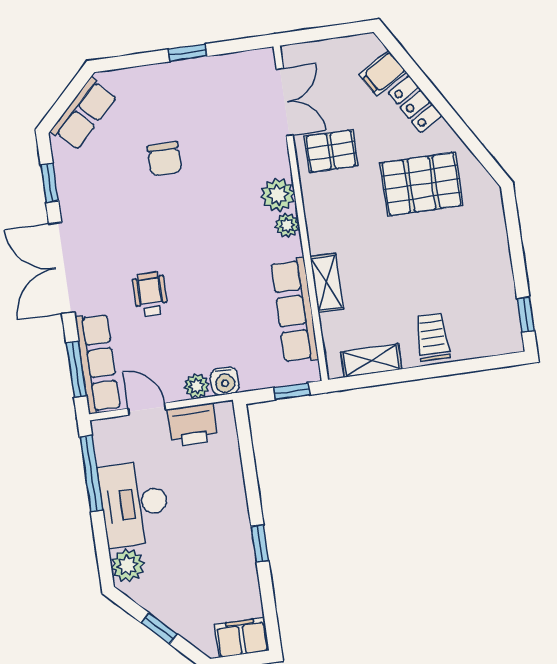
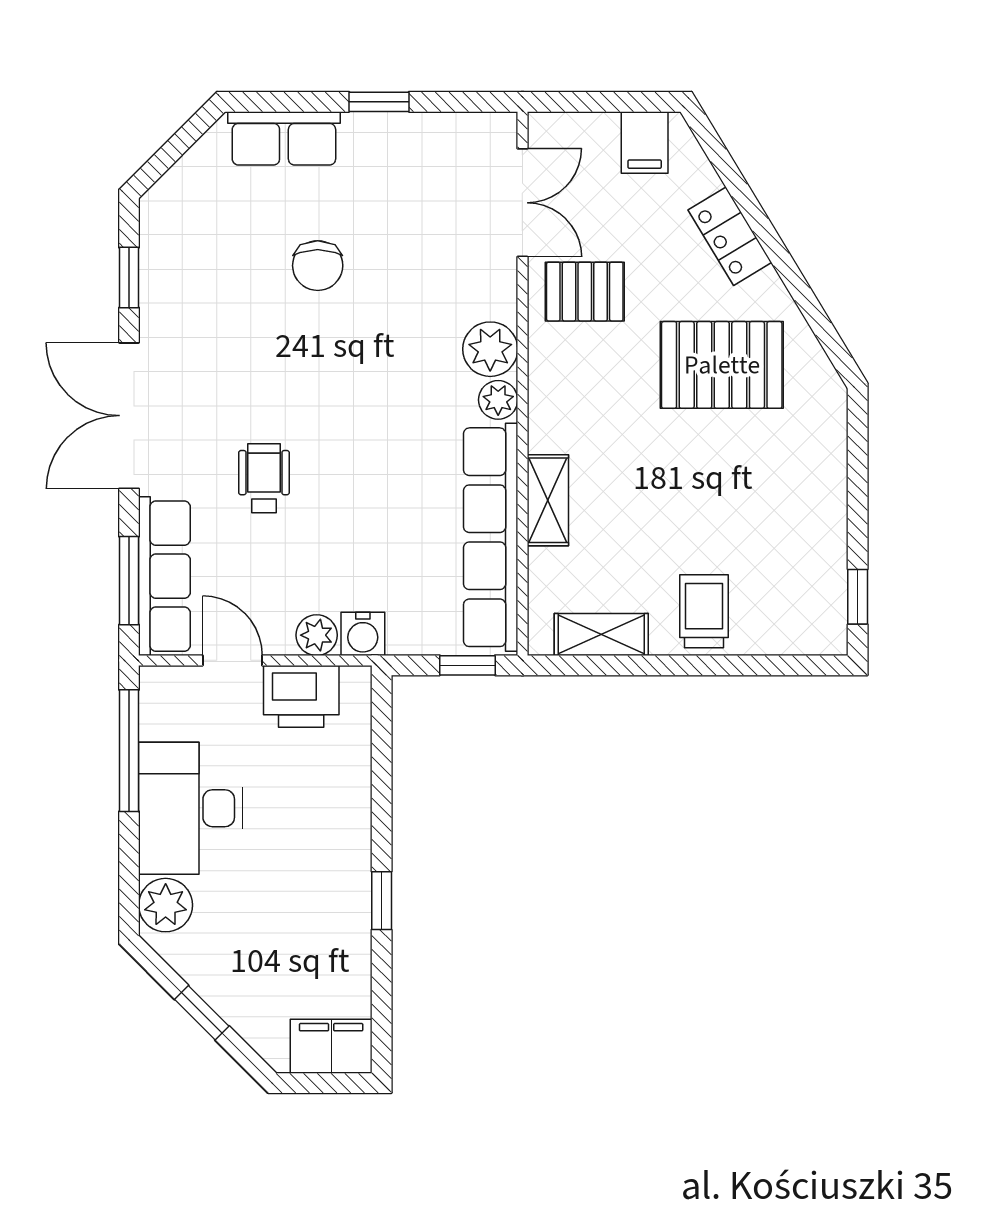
filing cabinet: (383, 73) -> (645, 142), moved, turned -59
row of seats: (84, 114) -> (284, 138), moved, turned 45
row of seats: (295, 310) -> (491, 537), width x1.36

